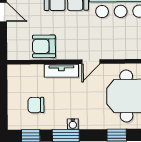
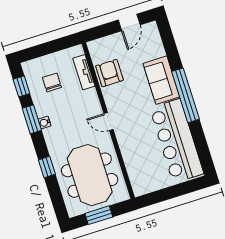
tv unit: (61, 71) -> (84, 72), moved

